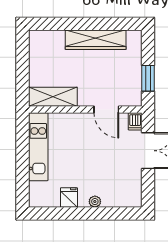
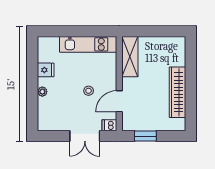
stool: (94, 146) -> (89, 91), added

